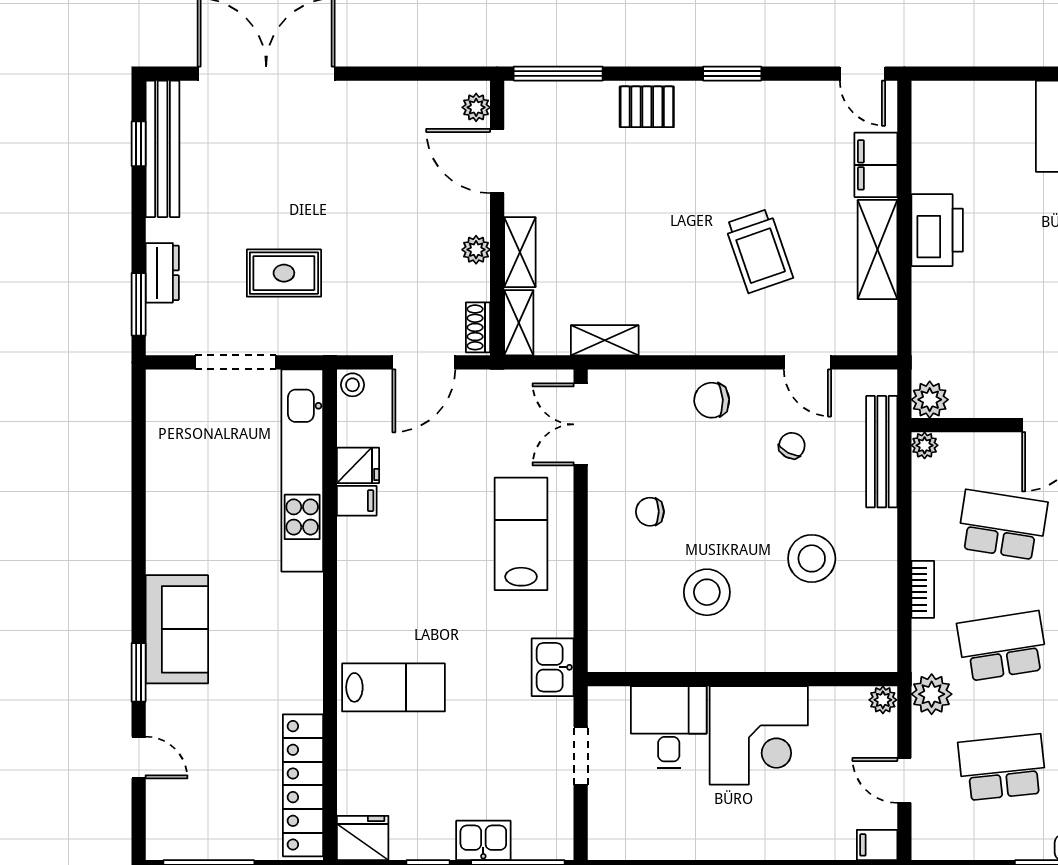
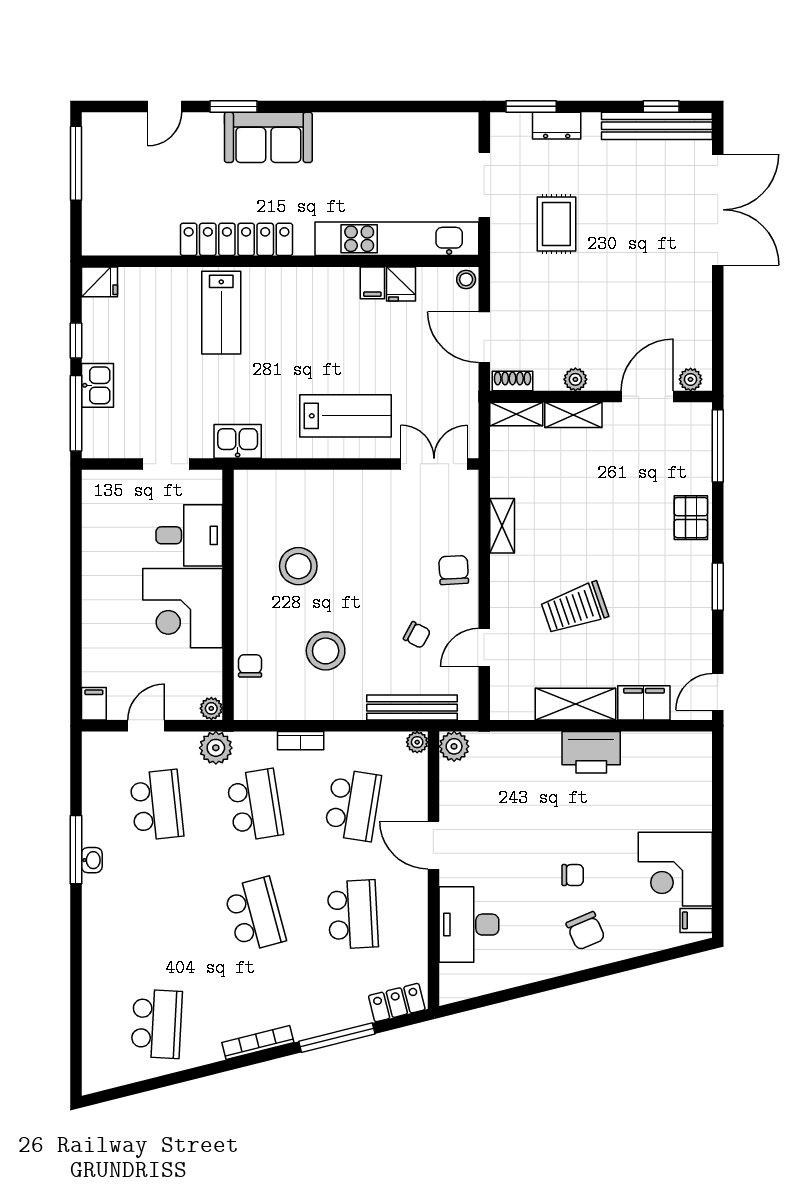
shelving: (605, 340) -> (502, 526), moved
chair: (650, 512) -> (250, 666), moved
locker: (303, 785) -> (236, 239), moved
fridge: (363, 838) -> (100, 282), width x0.72

